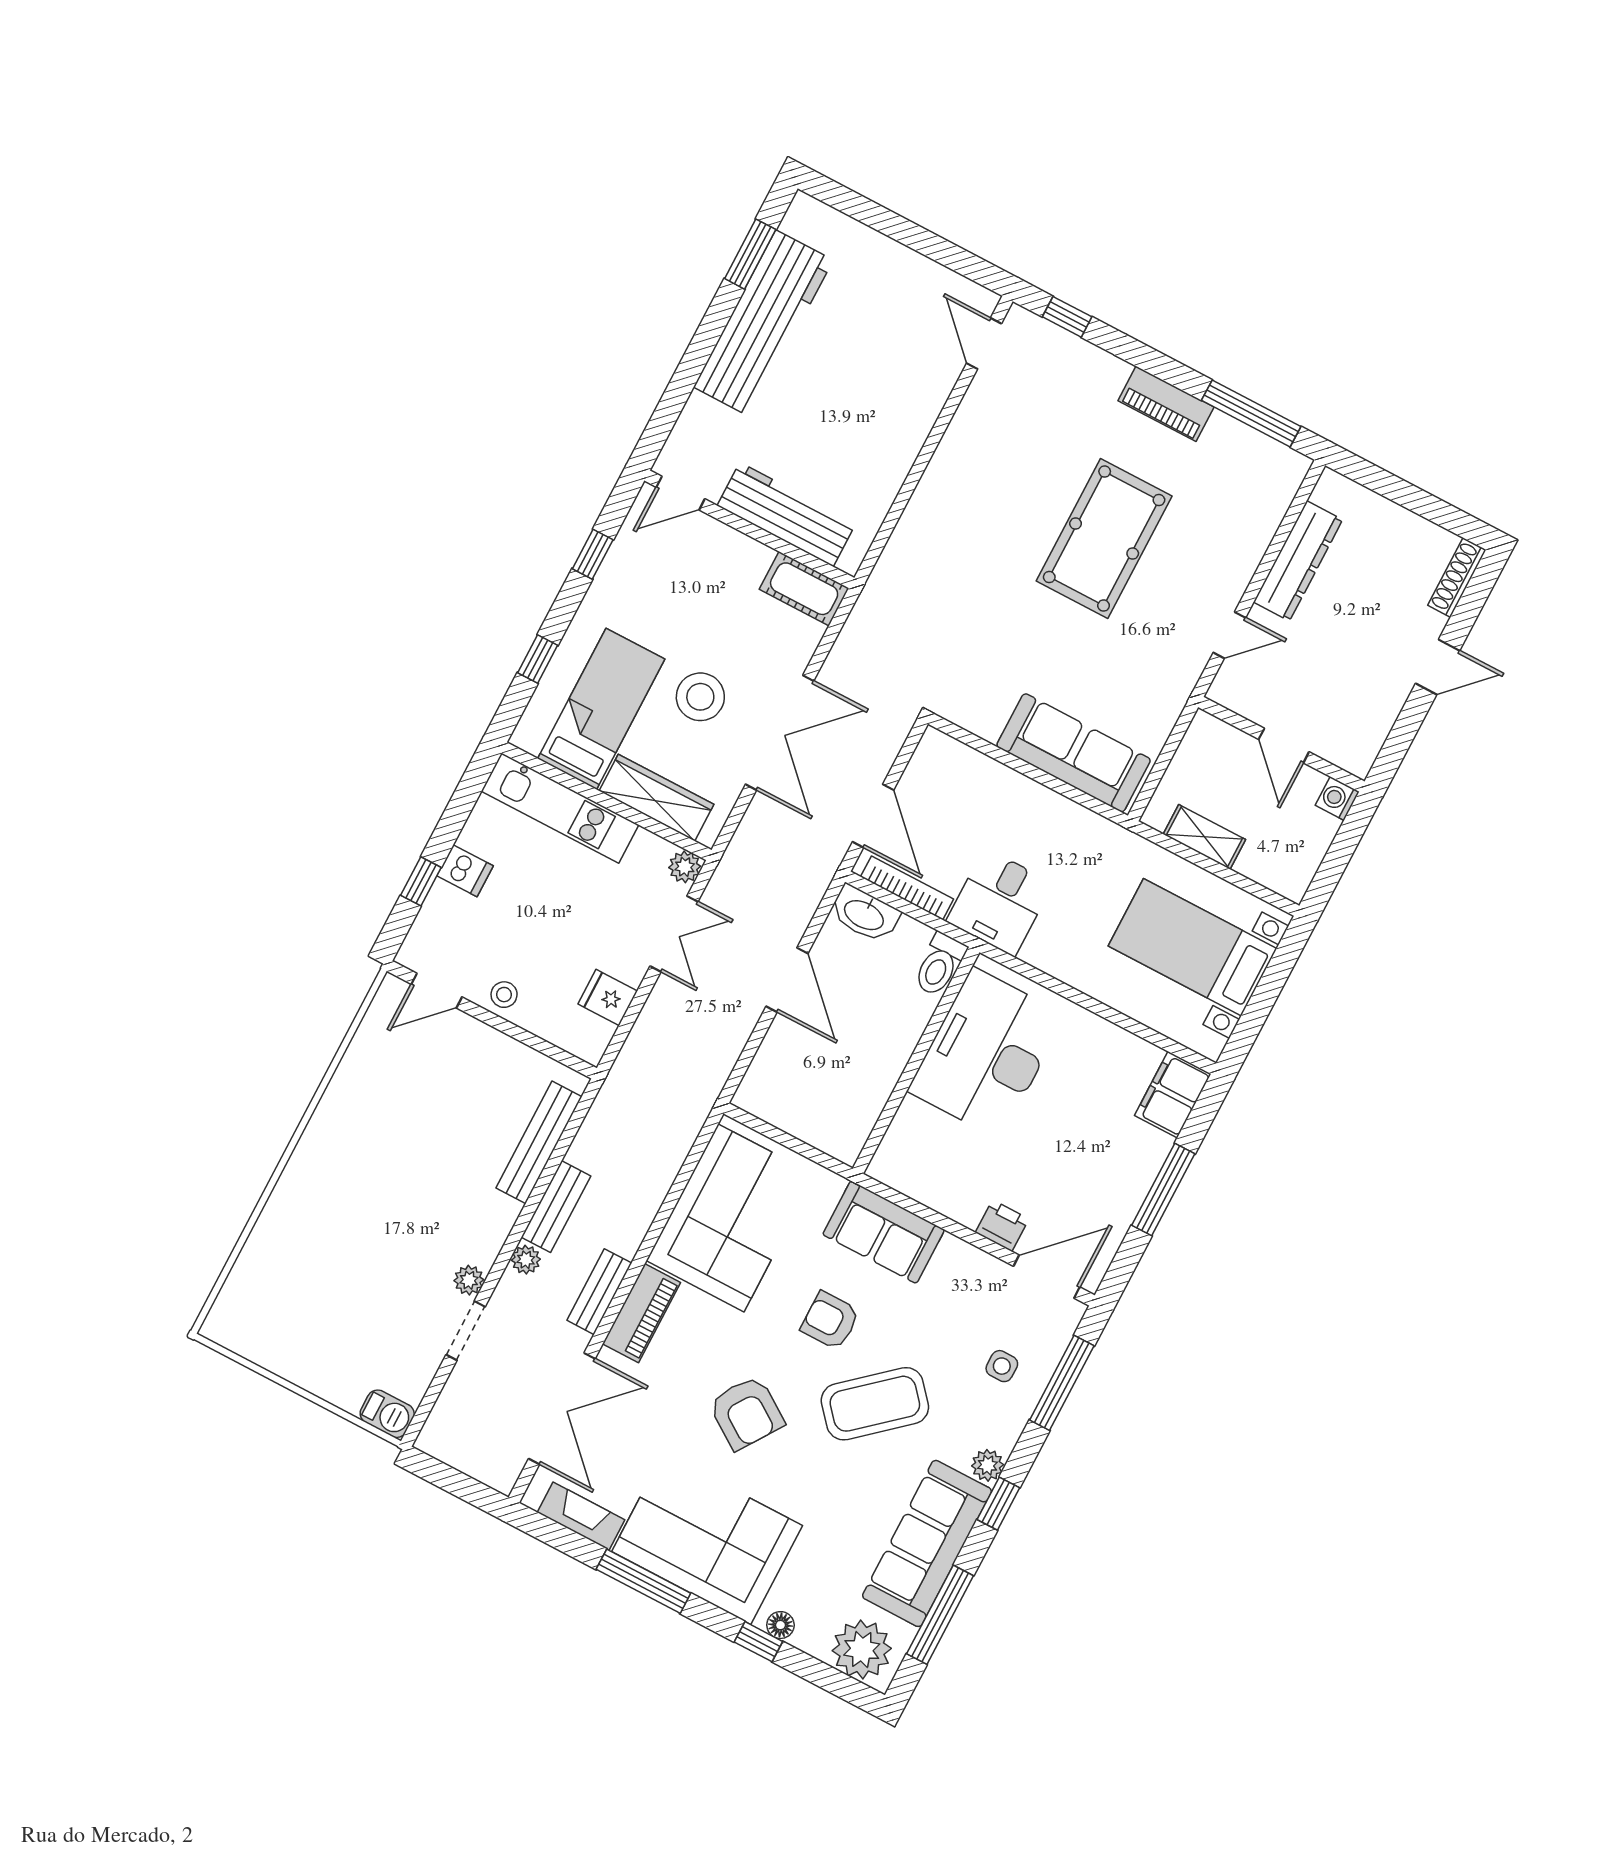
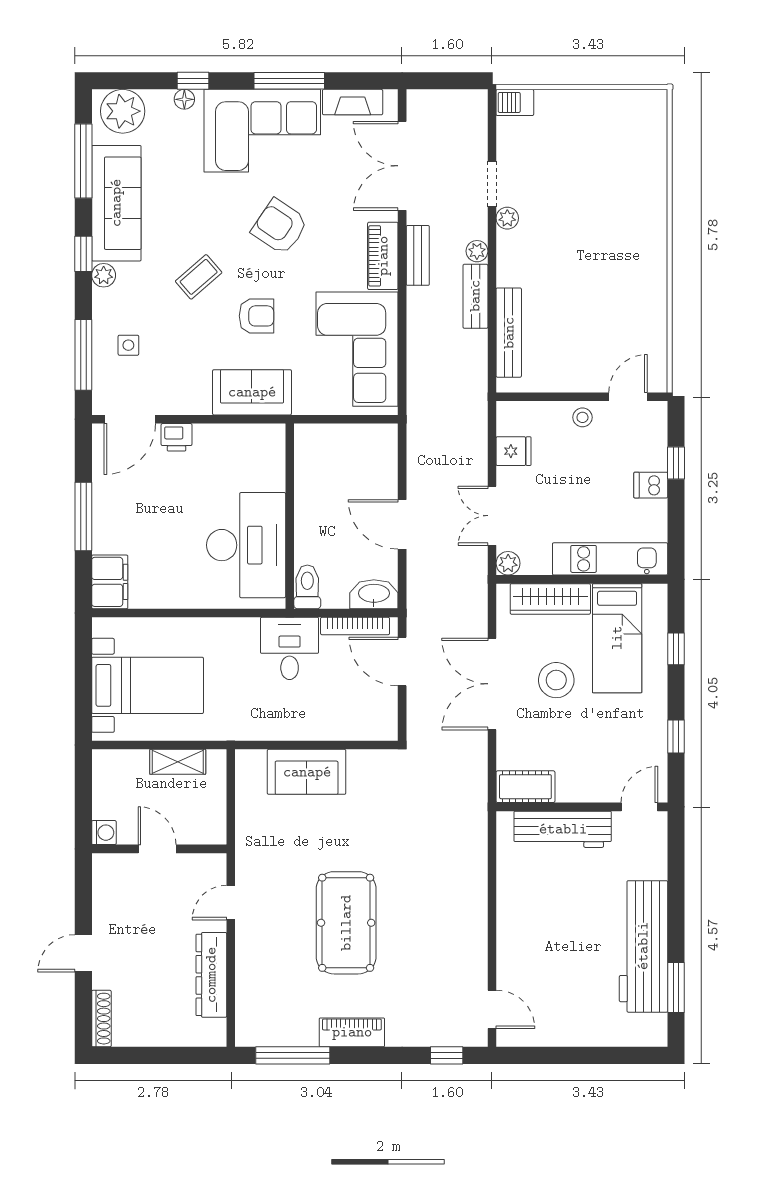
sofa: (1074, 753) -> (307, 772), width x0.73
coffee table: (875, 1404) -> (199, 277), width x0.54, depth x0.58

